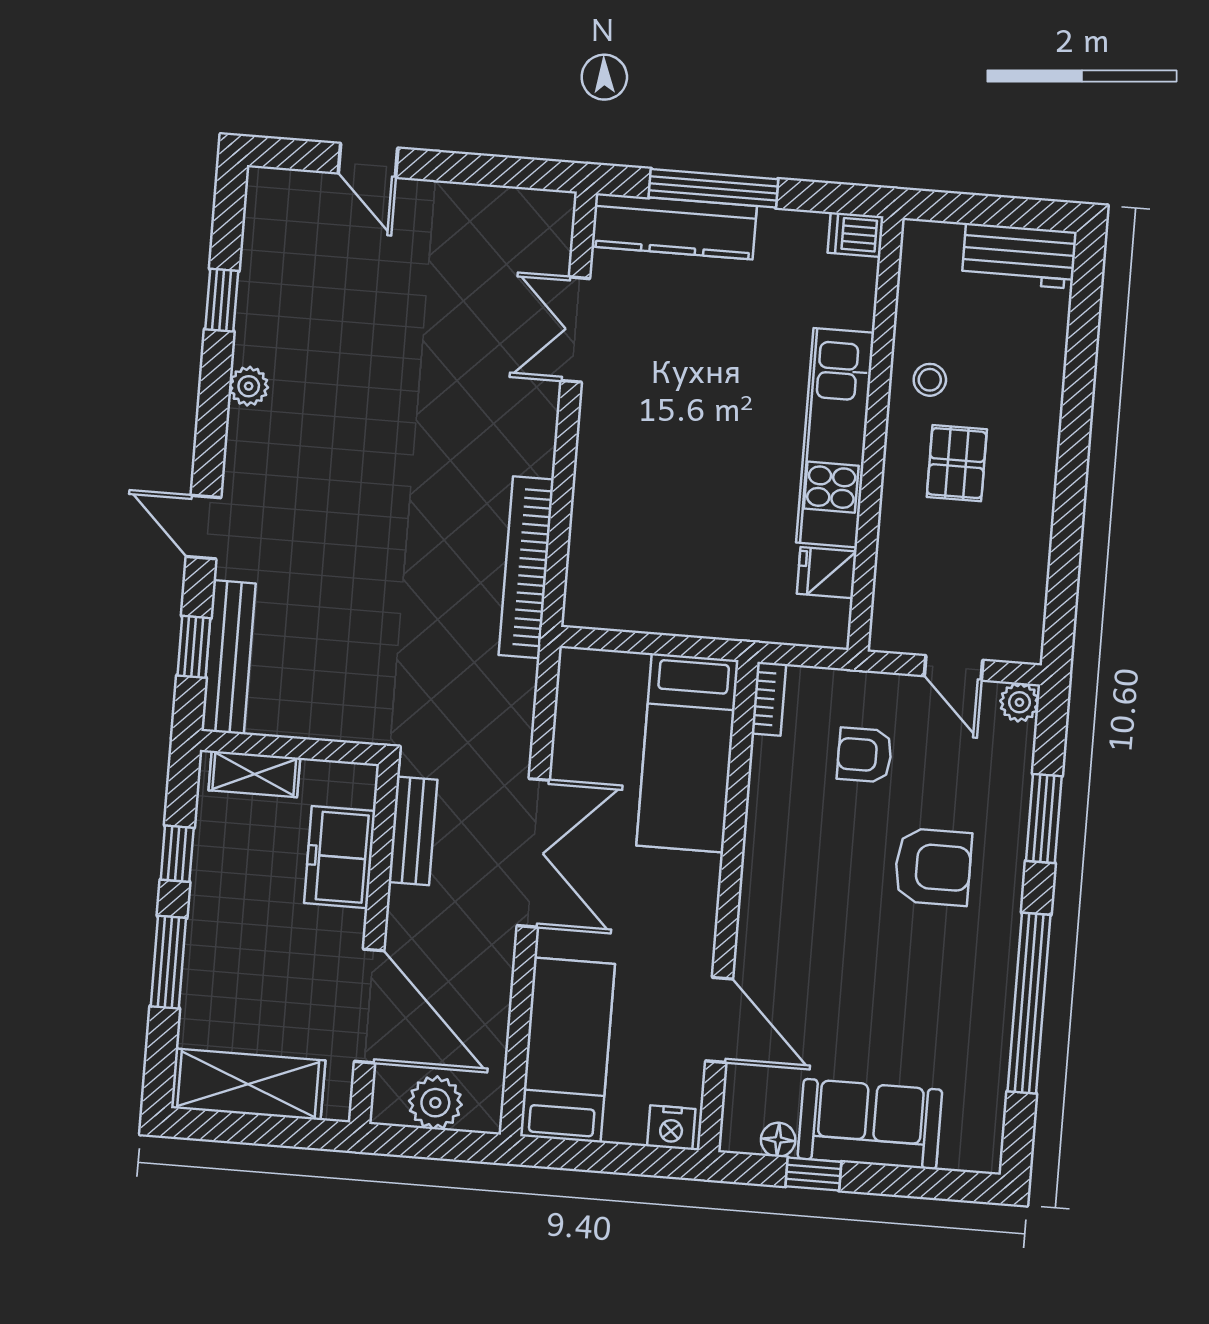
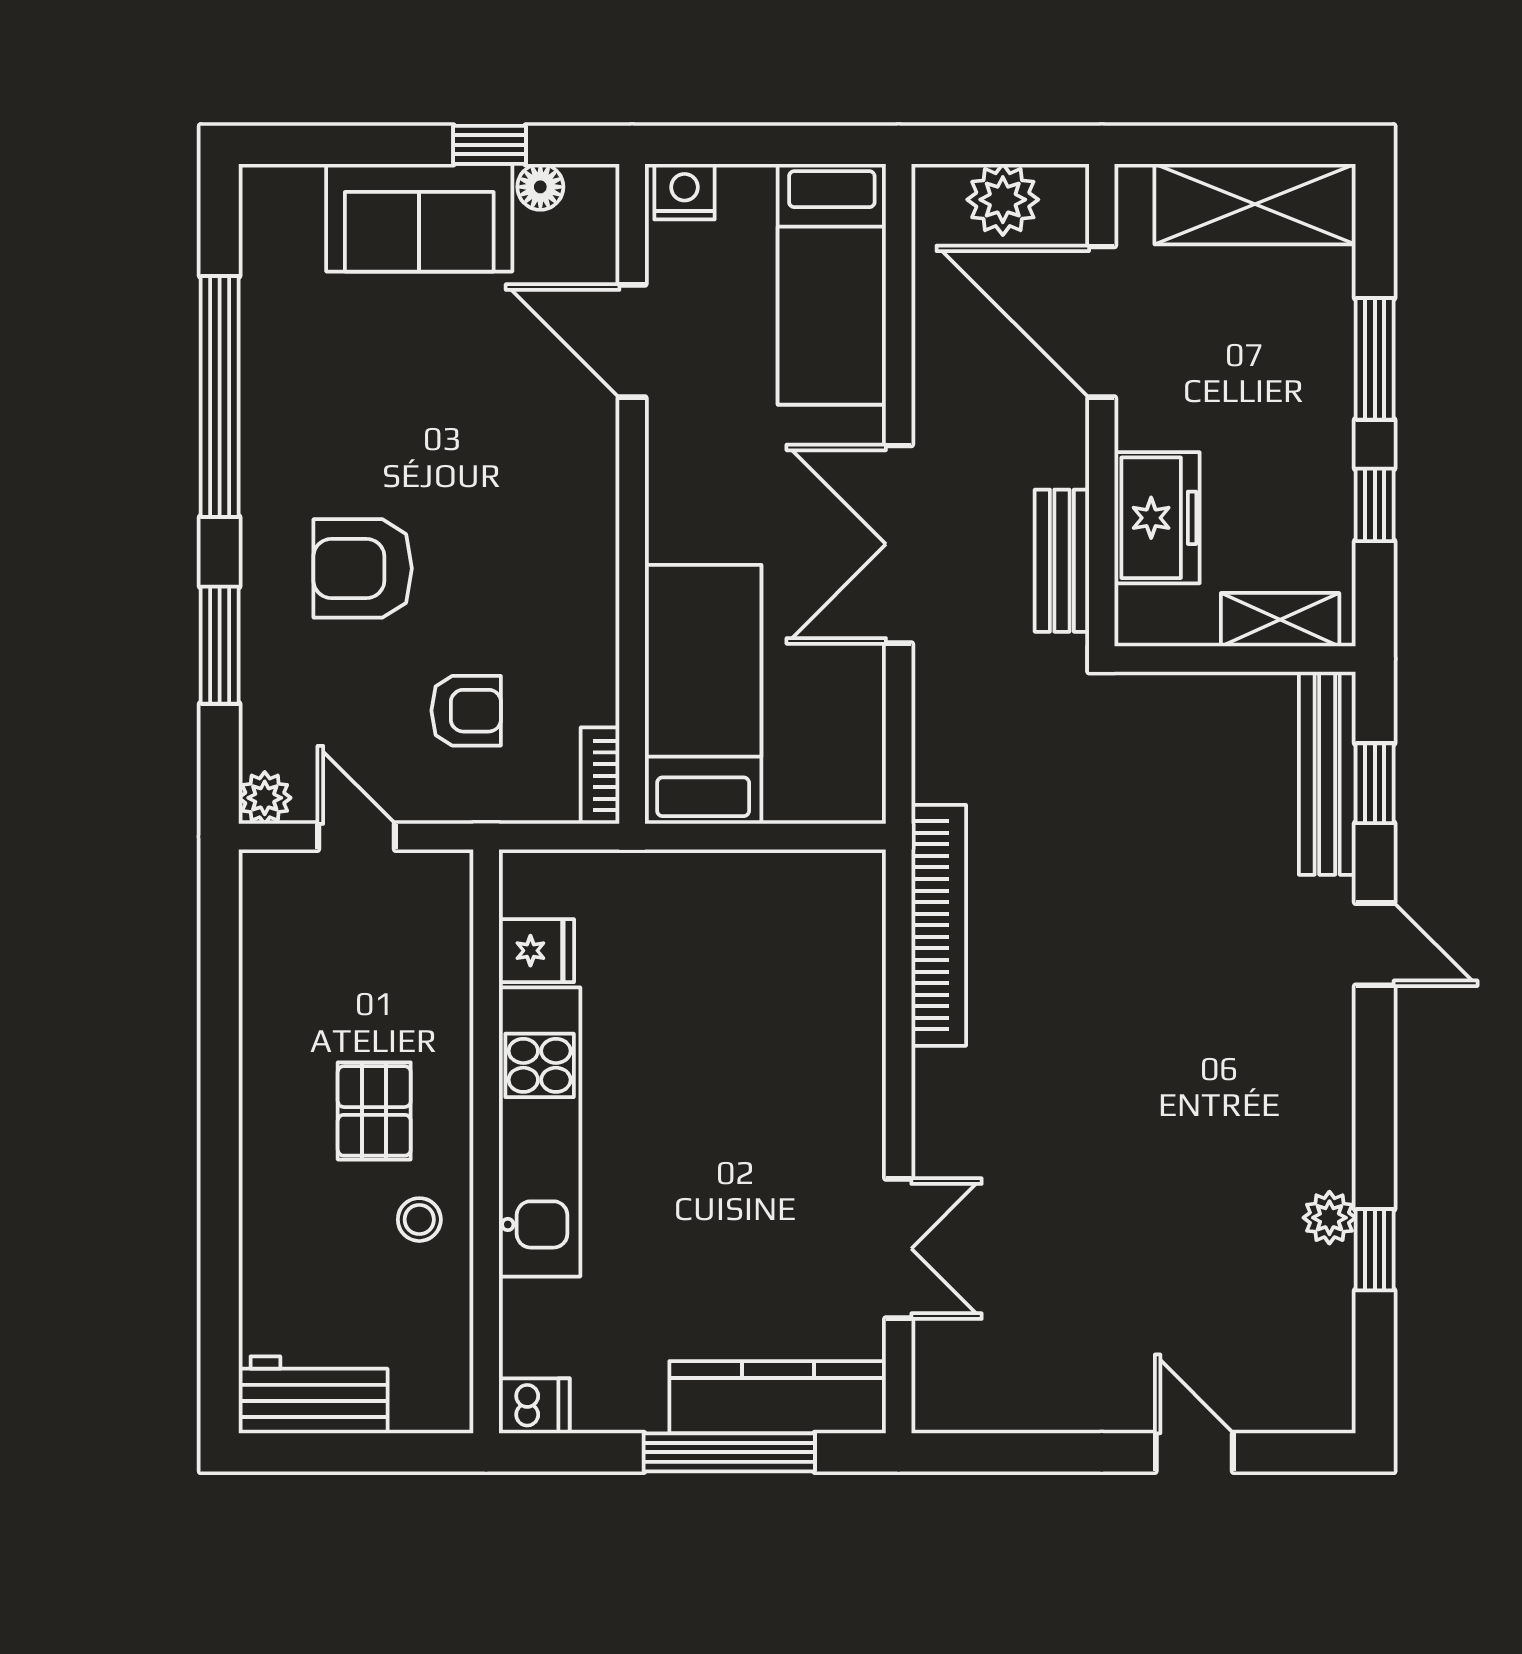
plant: (249, 386) -> (1329, 1218), moved

